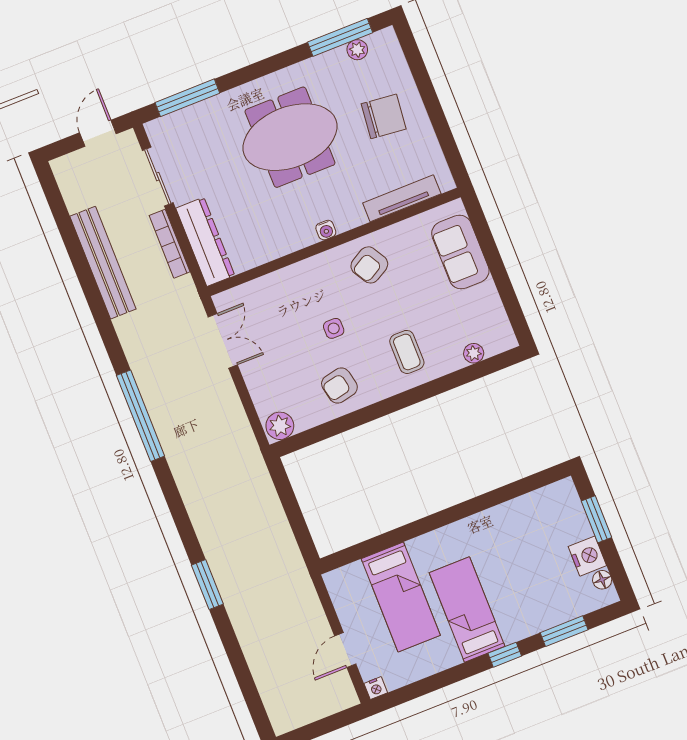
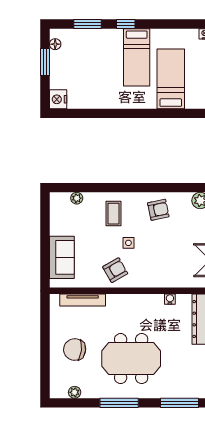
window: (340, 37) -> (119, 403), moved
water cooler: (326, 230) -> (170, 299), moved
side table: (334, 328) -> (128, 243), moved
window: (596, 519) -> (45, 62), moved
nightstand: (587, 556) -> (58, 99), moved

